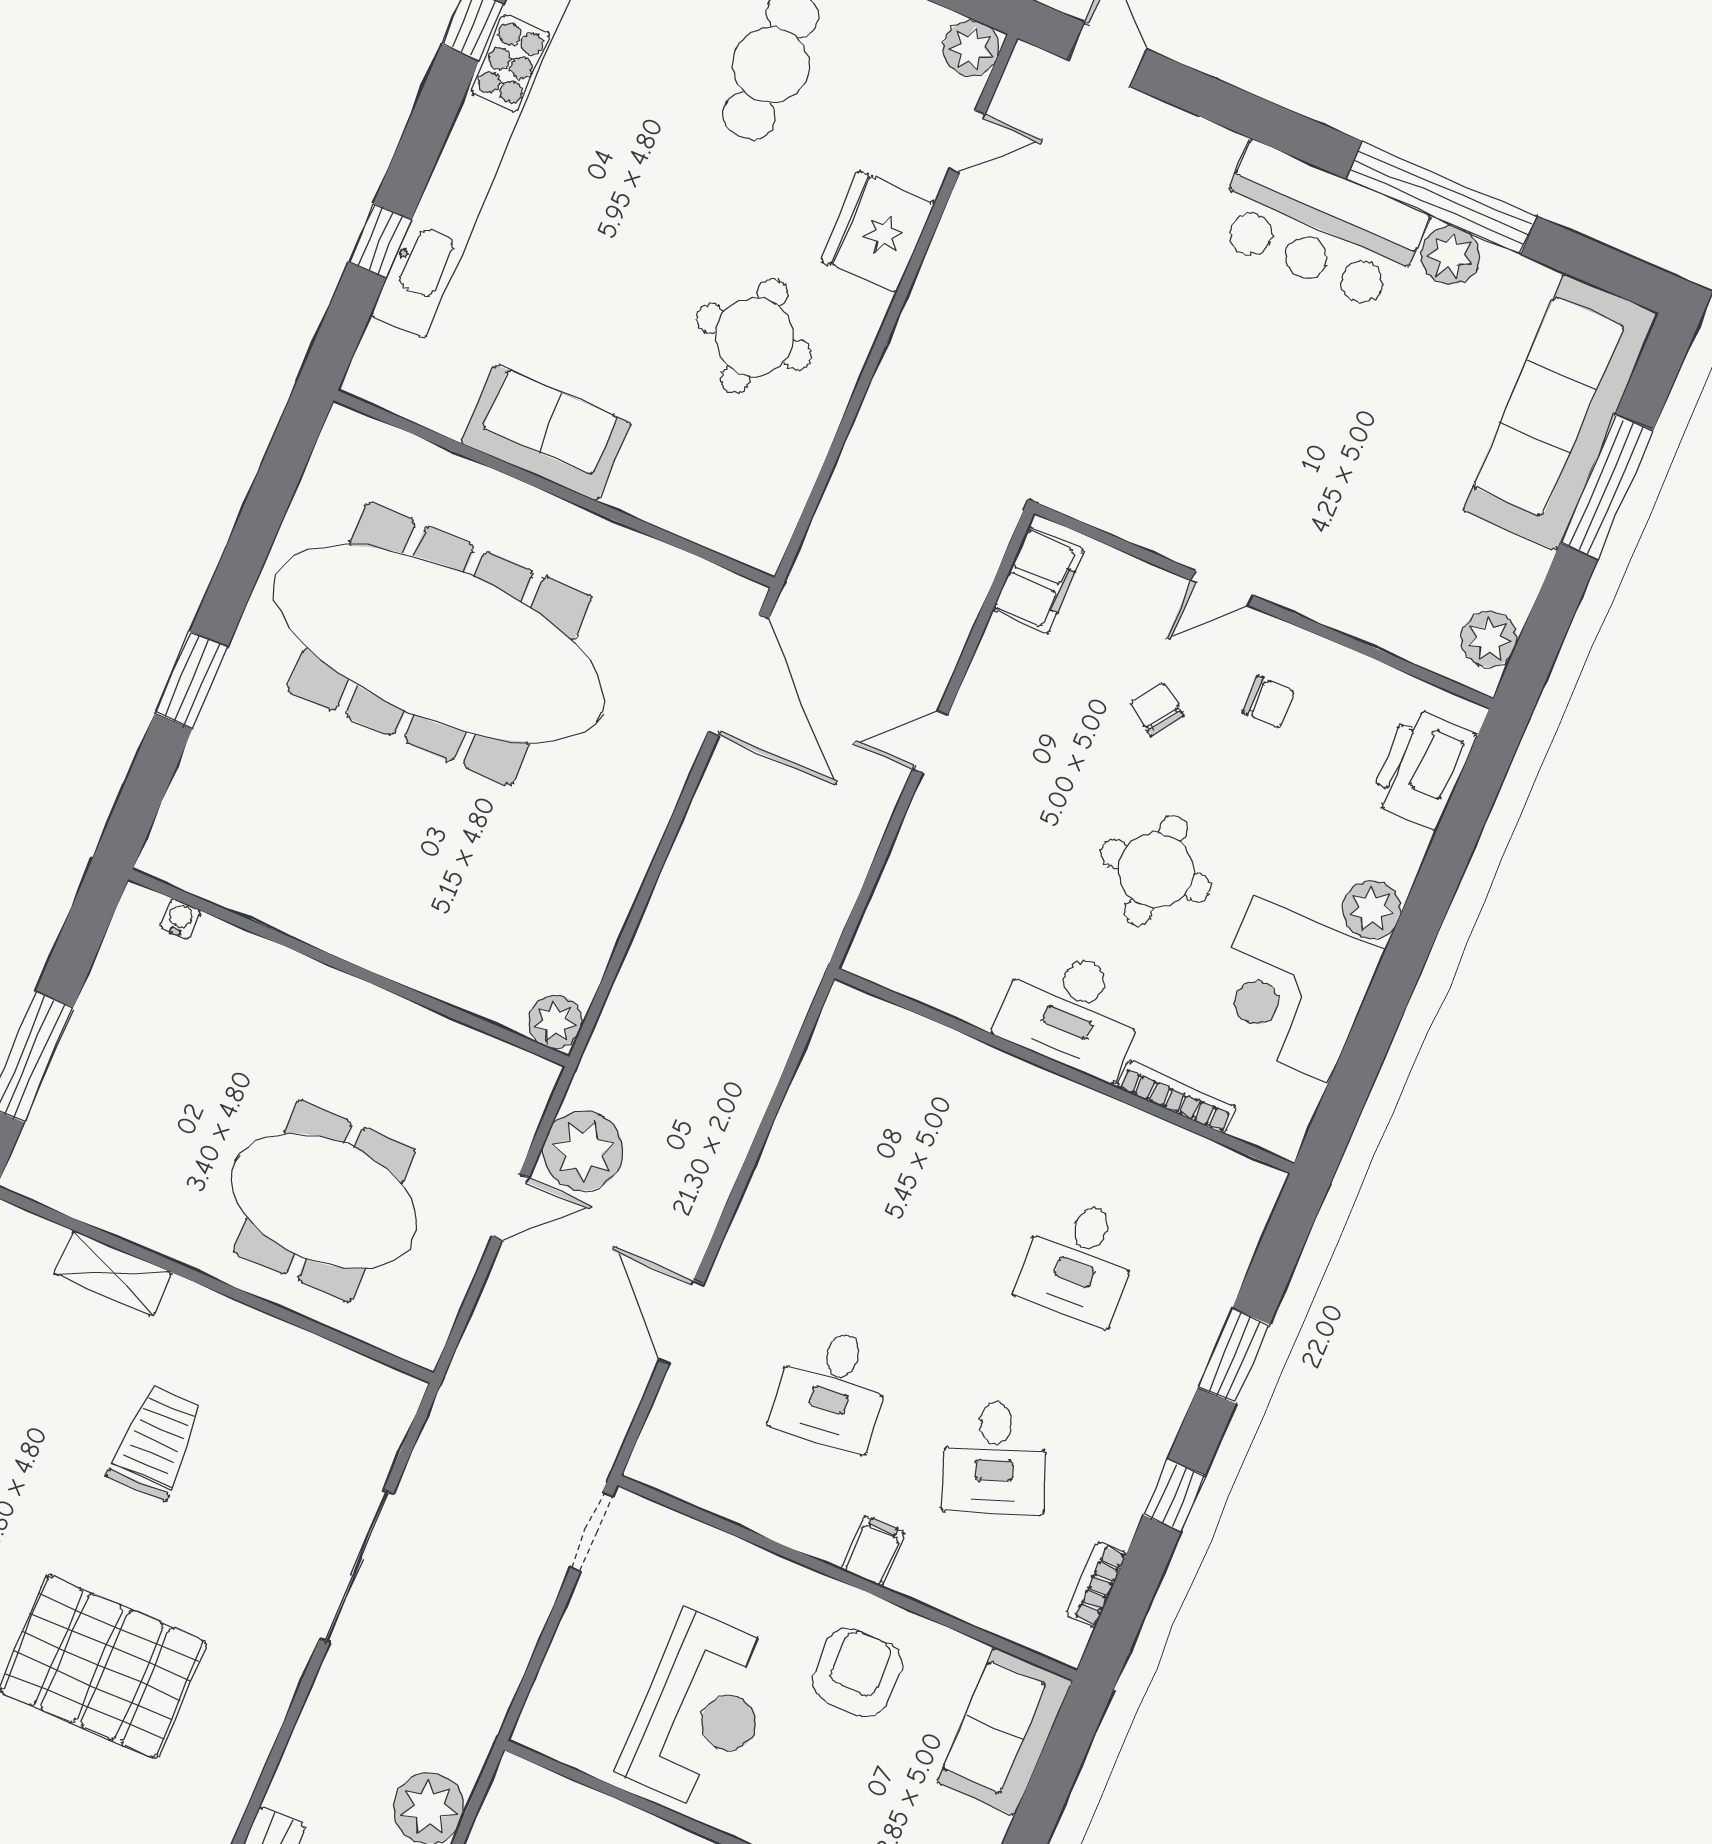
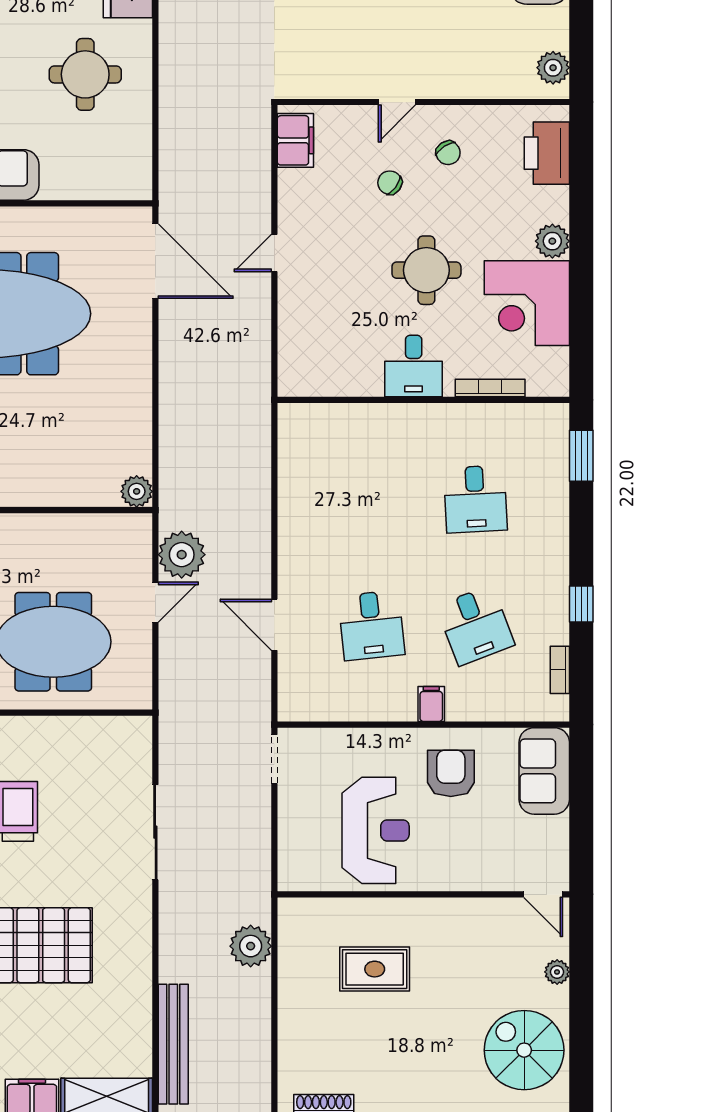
chair: (1268, 702) -> (448, 153), turned 57
desk: (1072, 1012) -> (414, 366), width x0.73
window: (1234, 1356) -> (581, 456), moved

